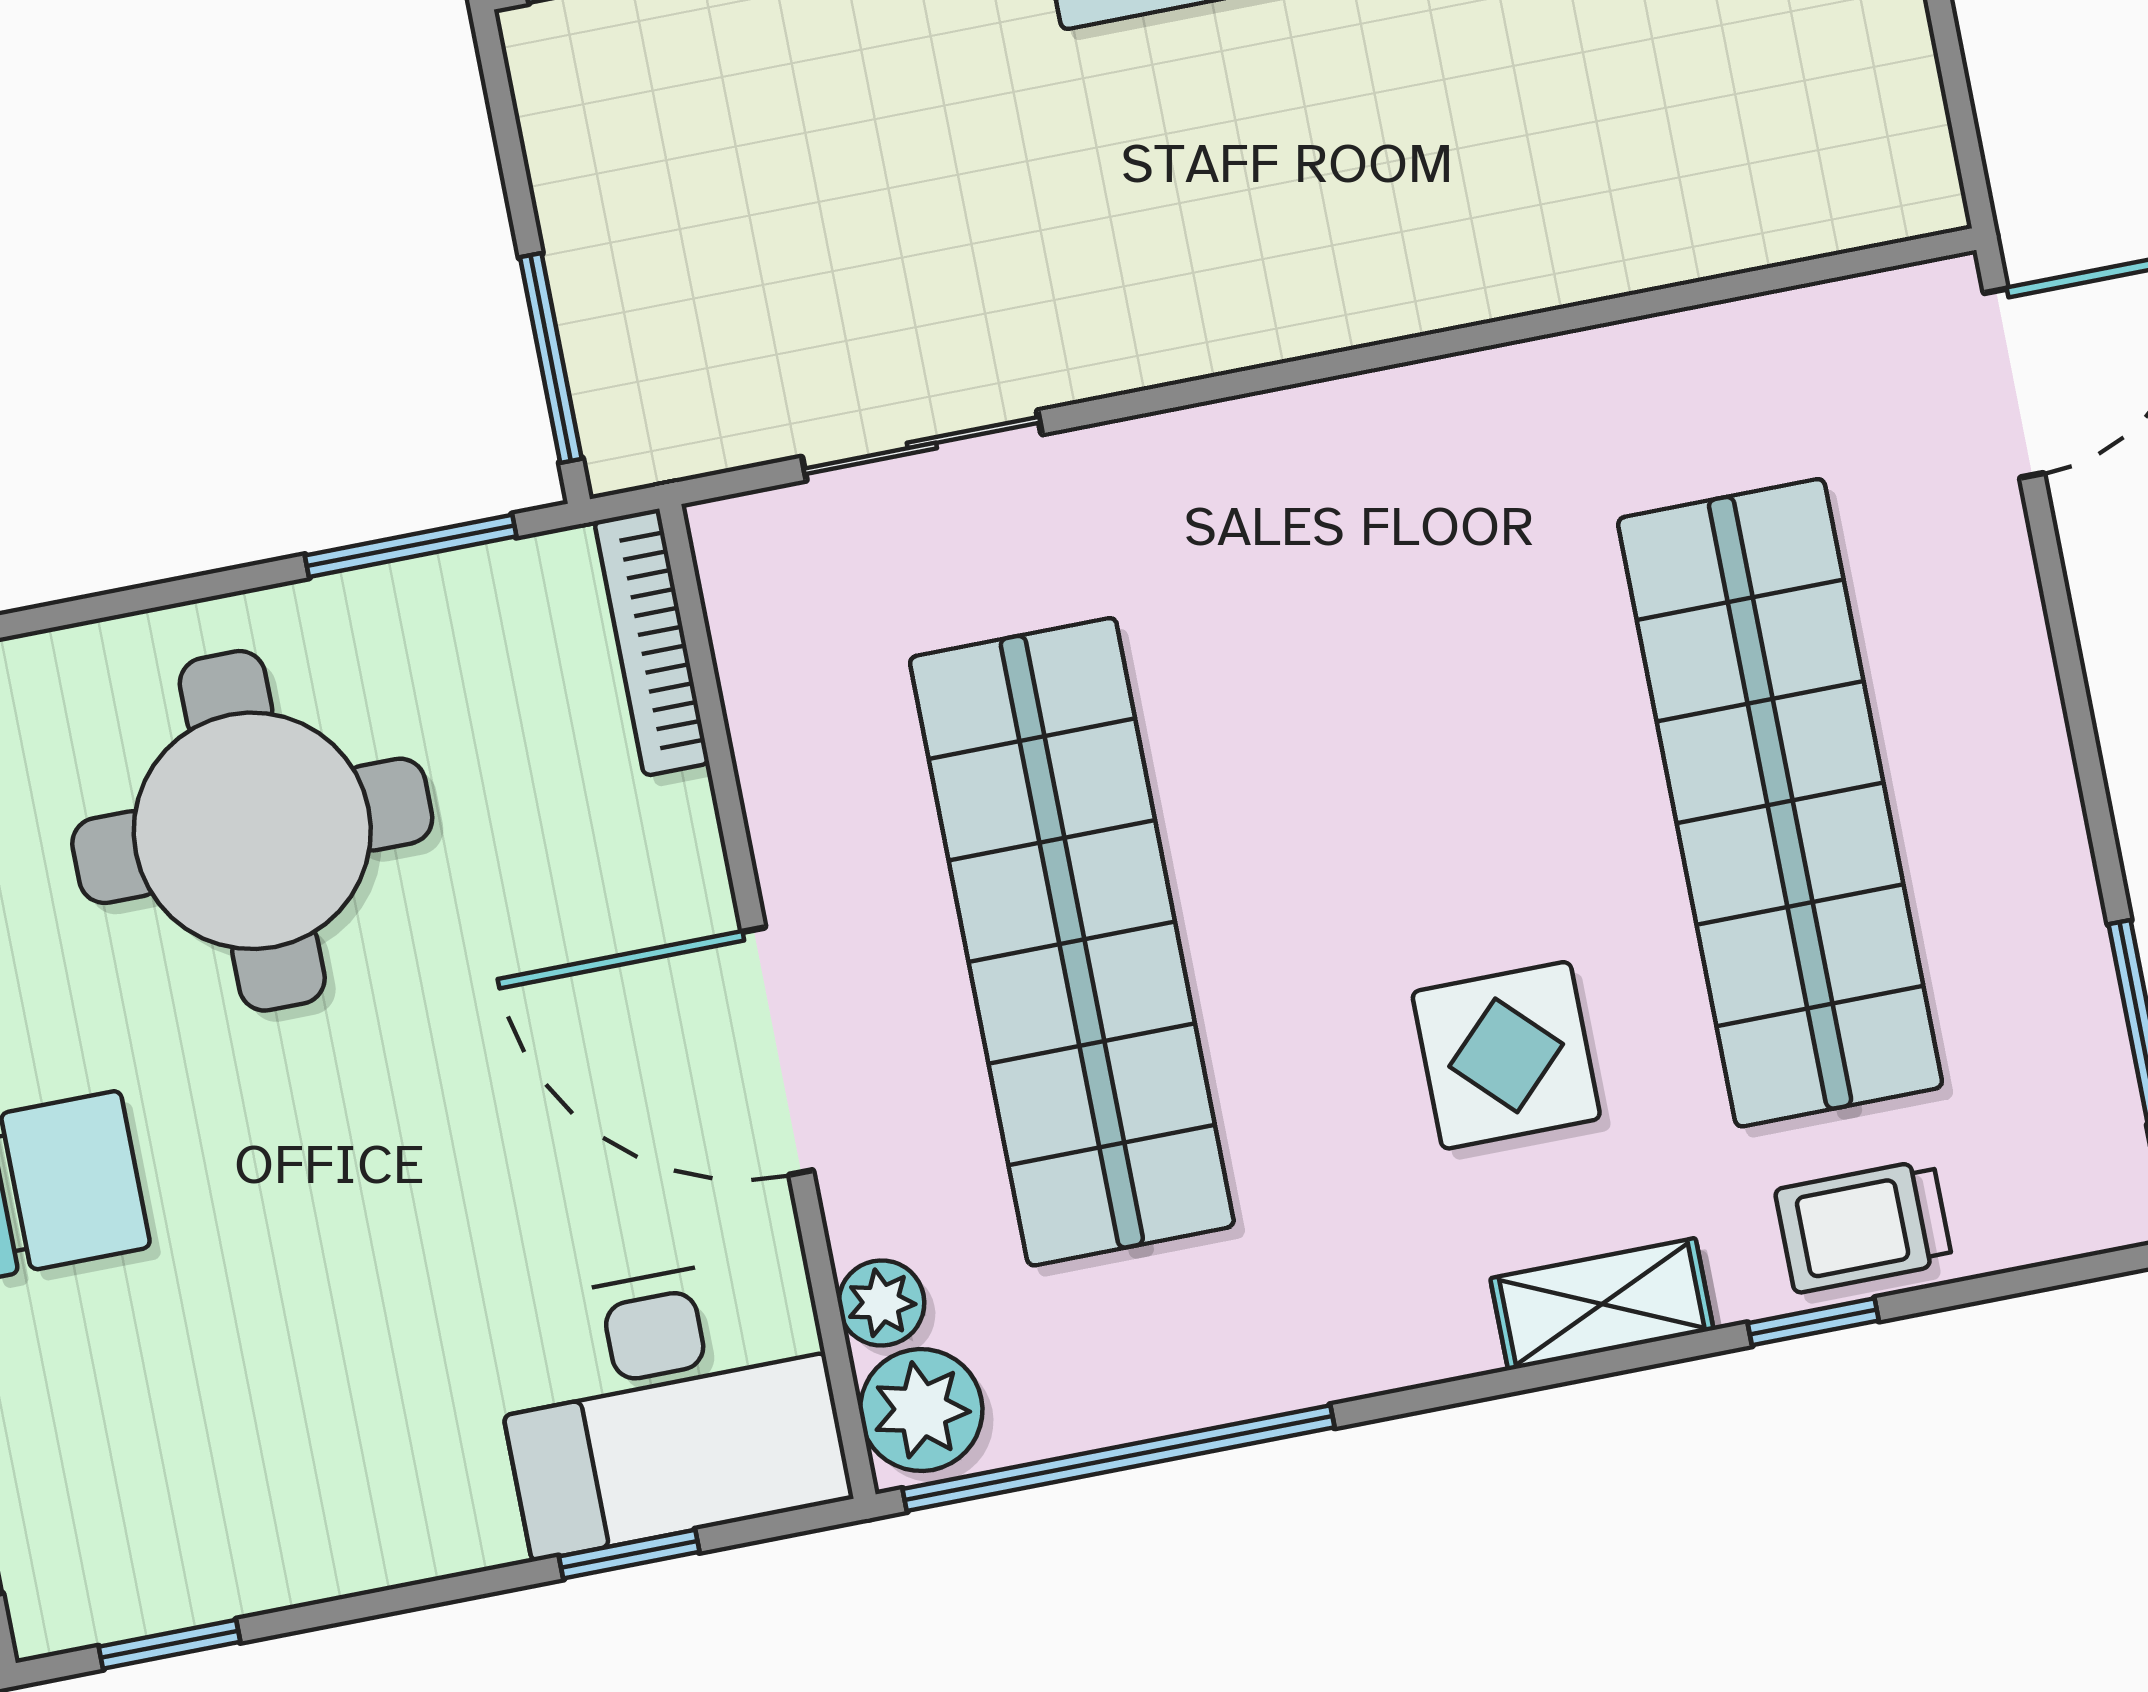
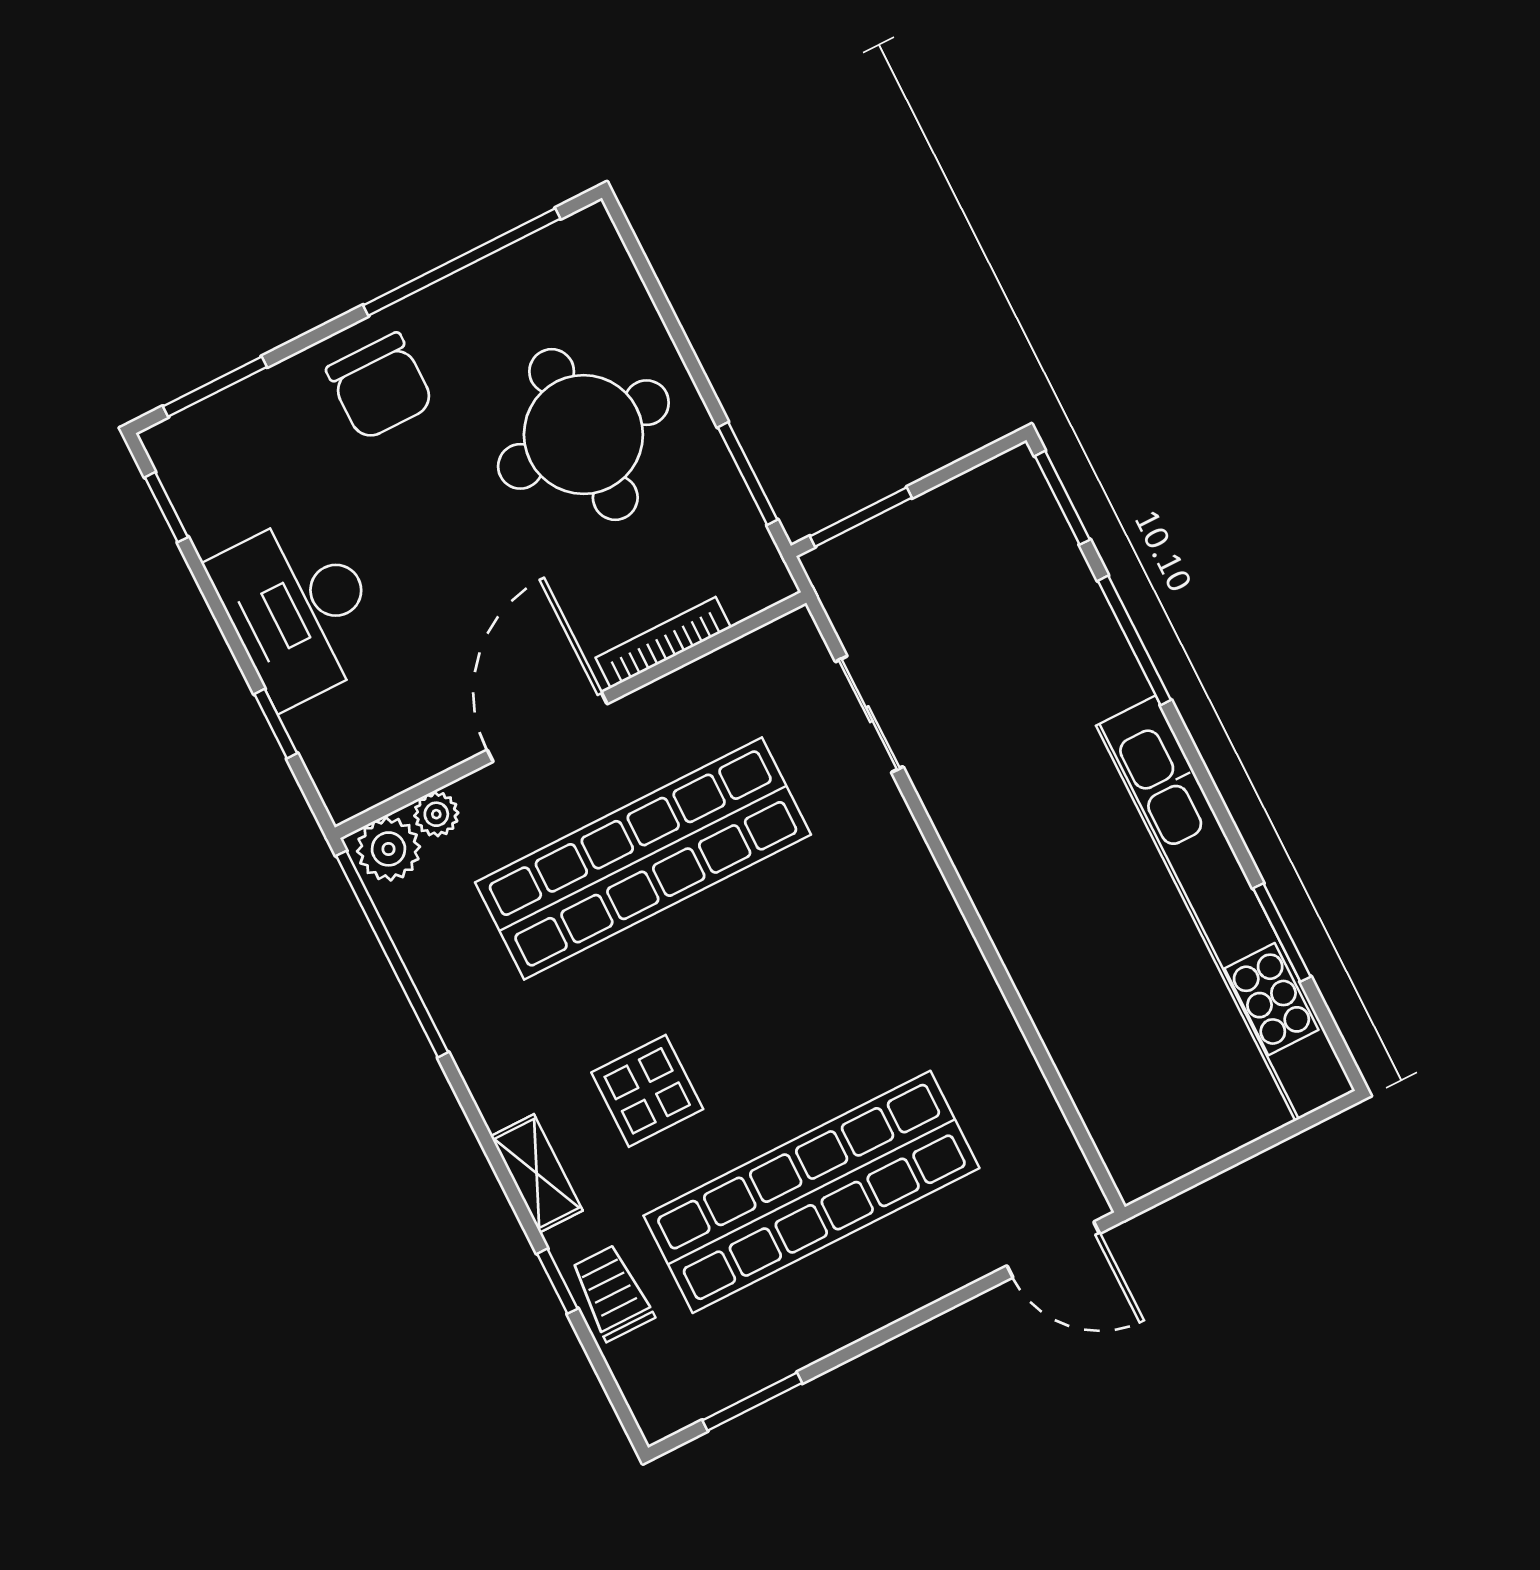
bookcase: (652, 642) -> (663, 643), moved
desk: (668, 1404) -> (299, 609), moved

